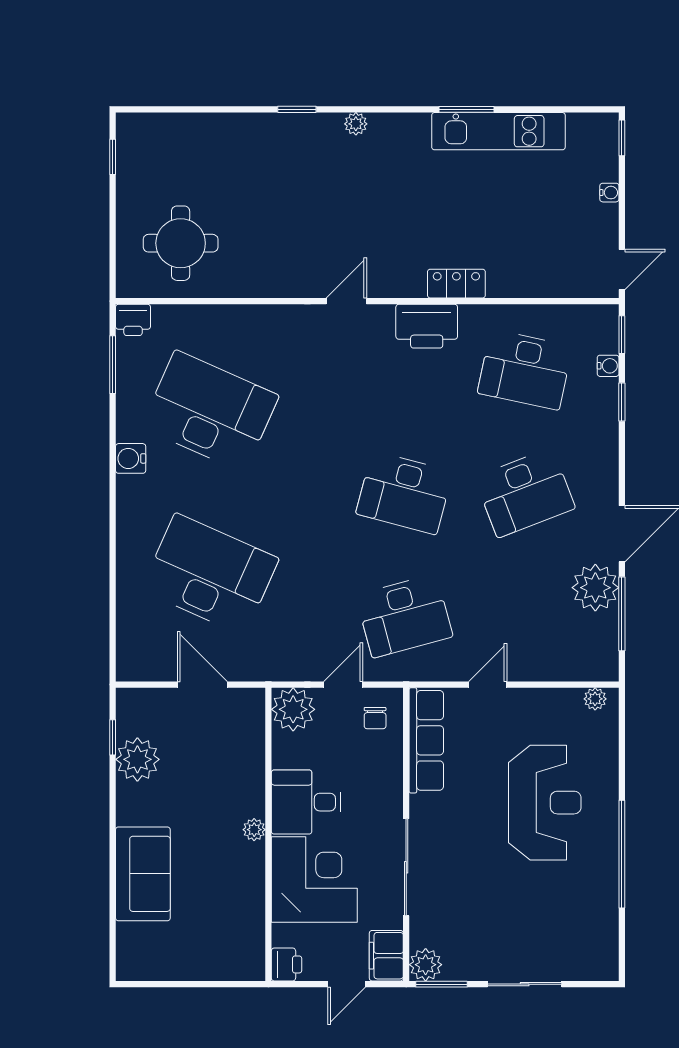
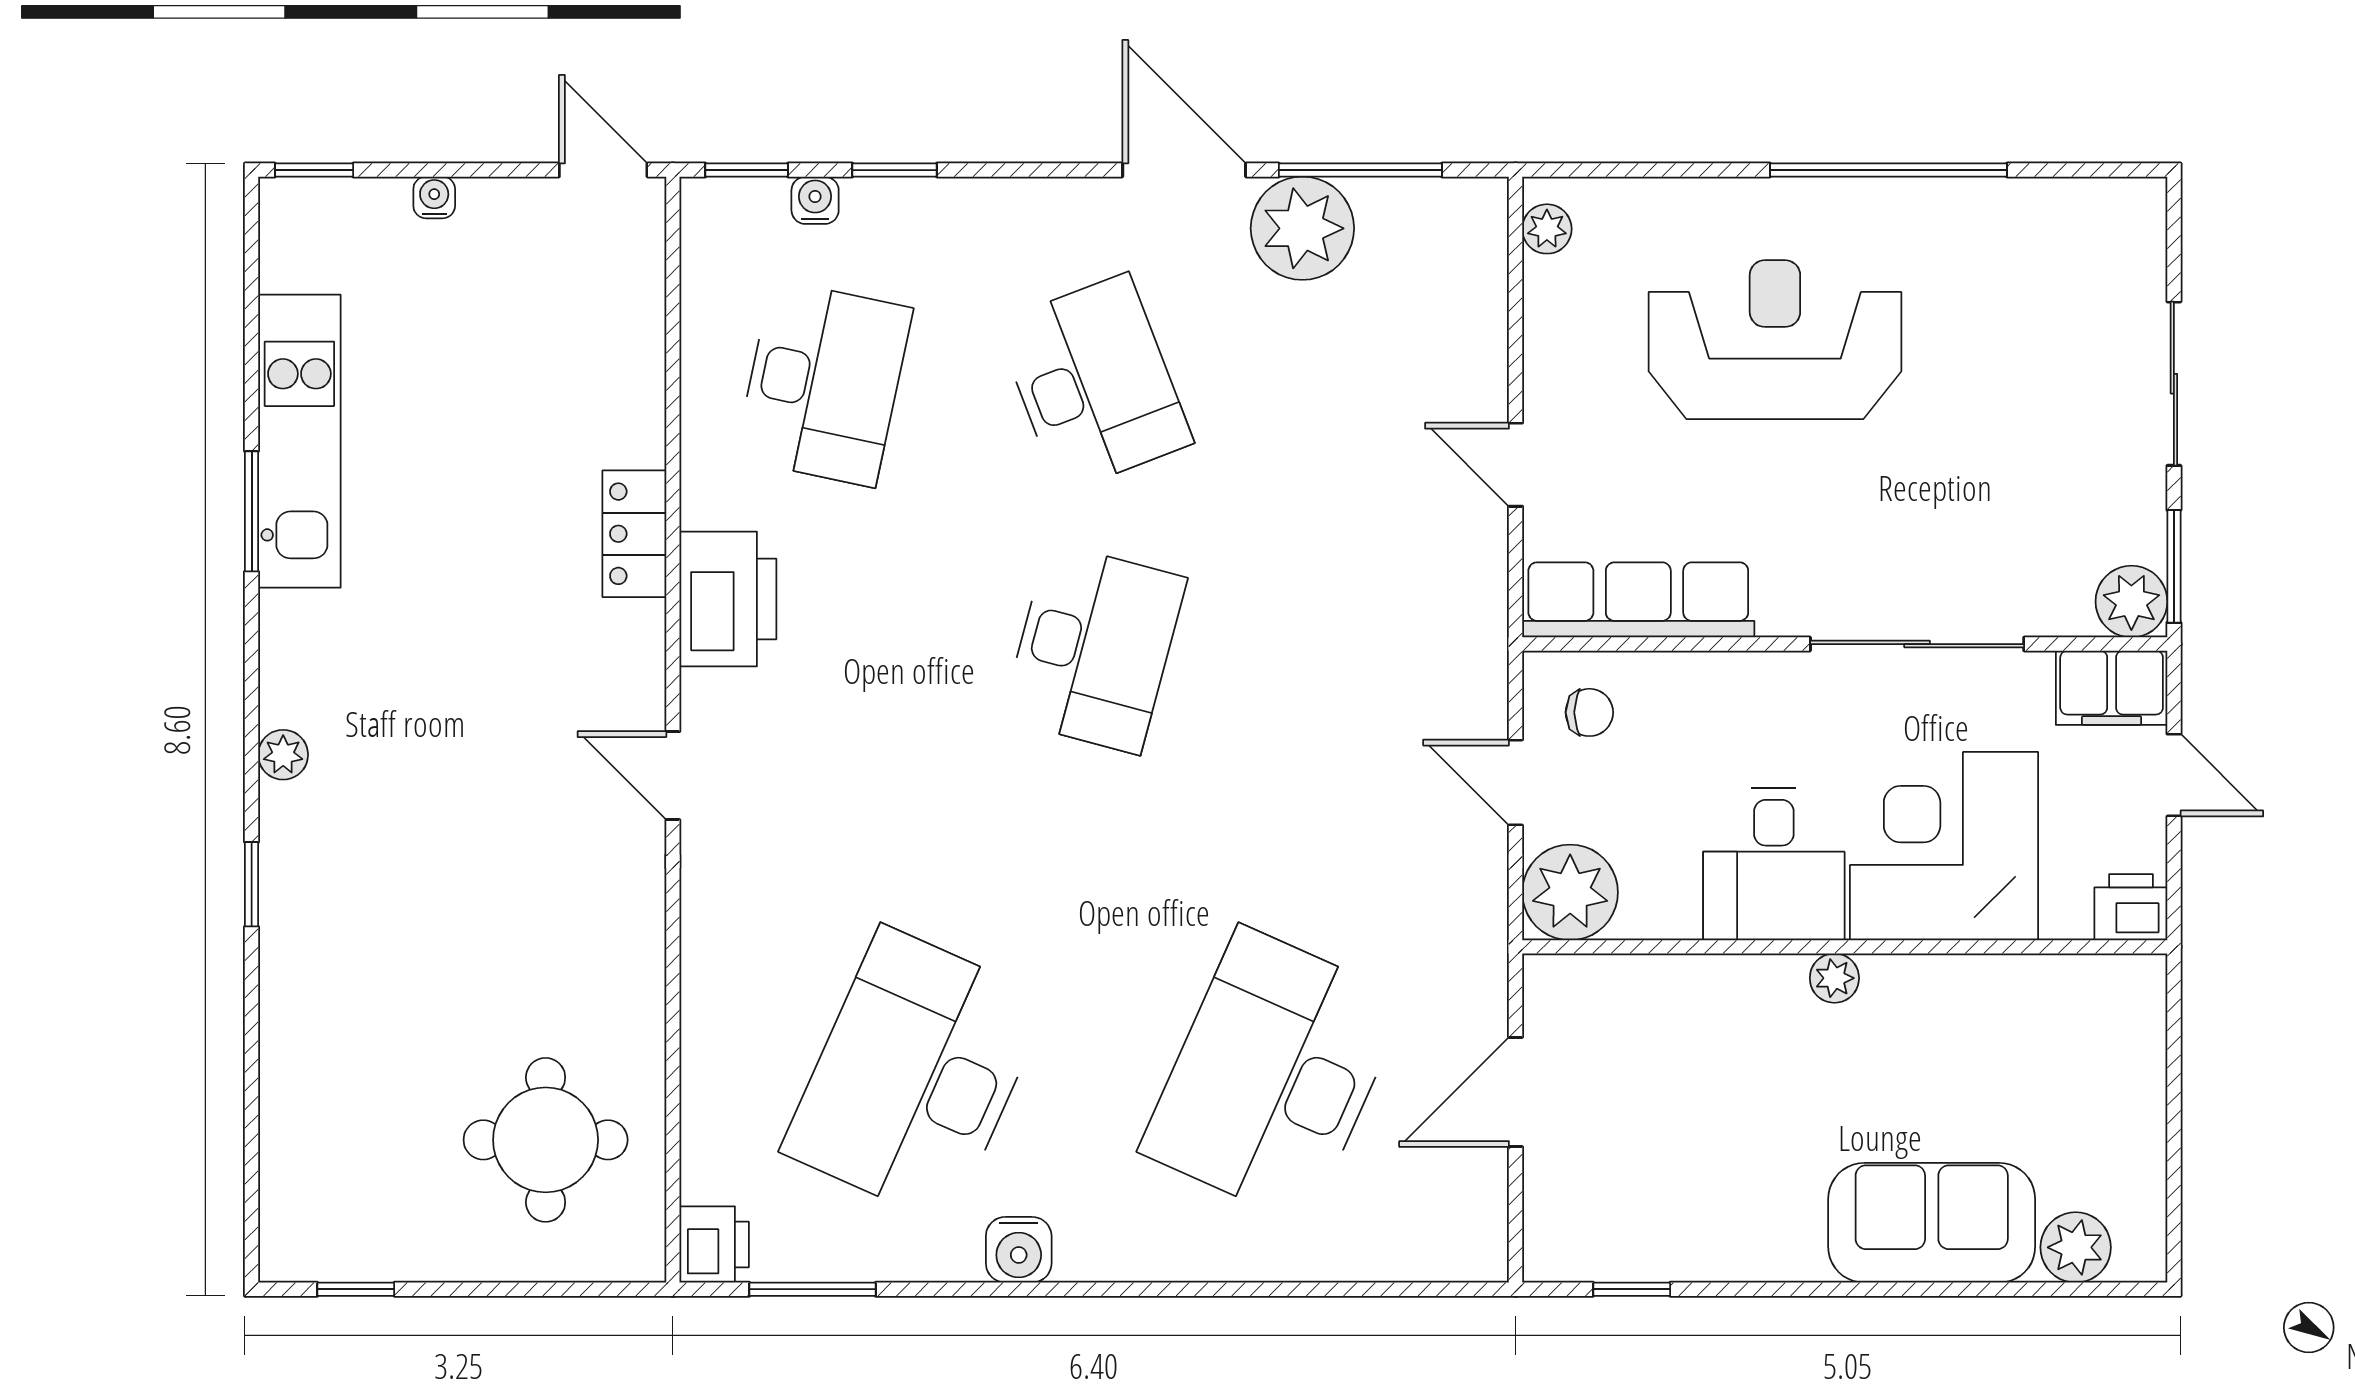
desk: (404, 616) -> (1365, 648), removed
plant: (137, 759) -> (2076, 1247), moved, width x0.73, depth x0.73

